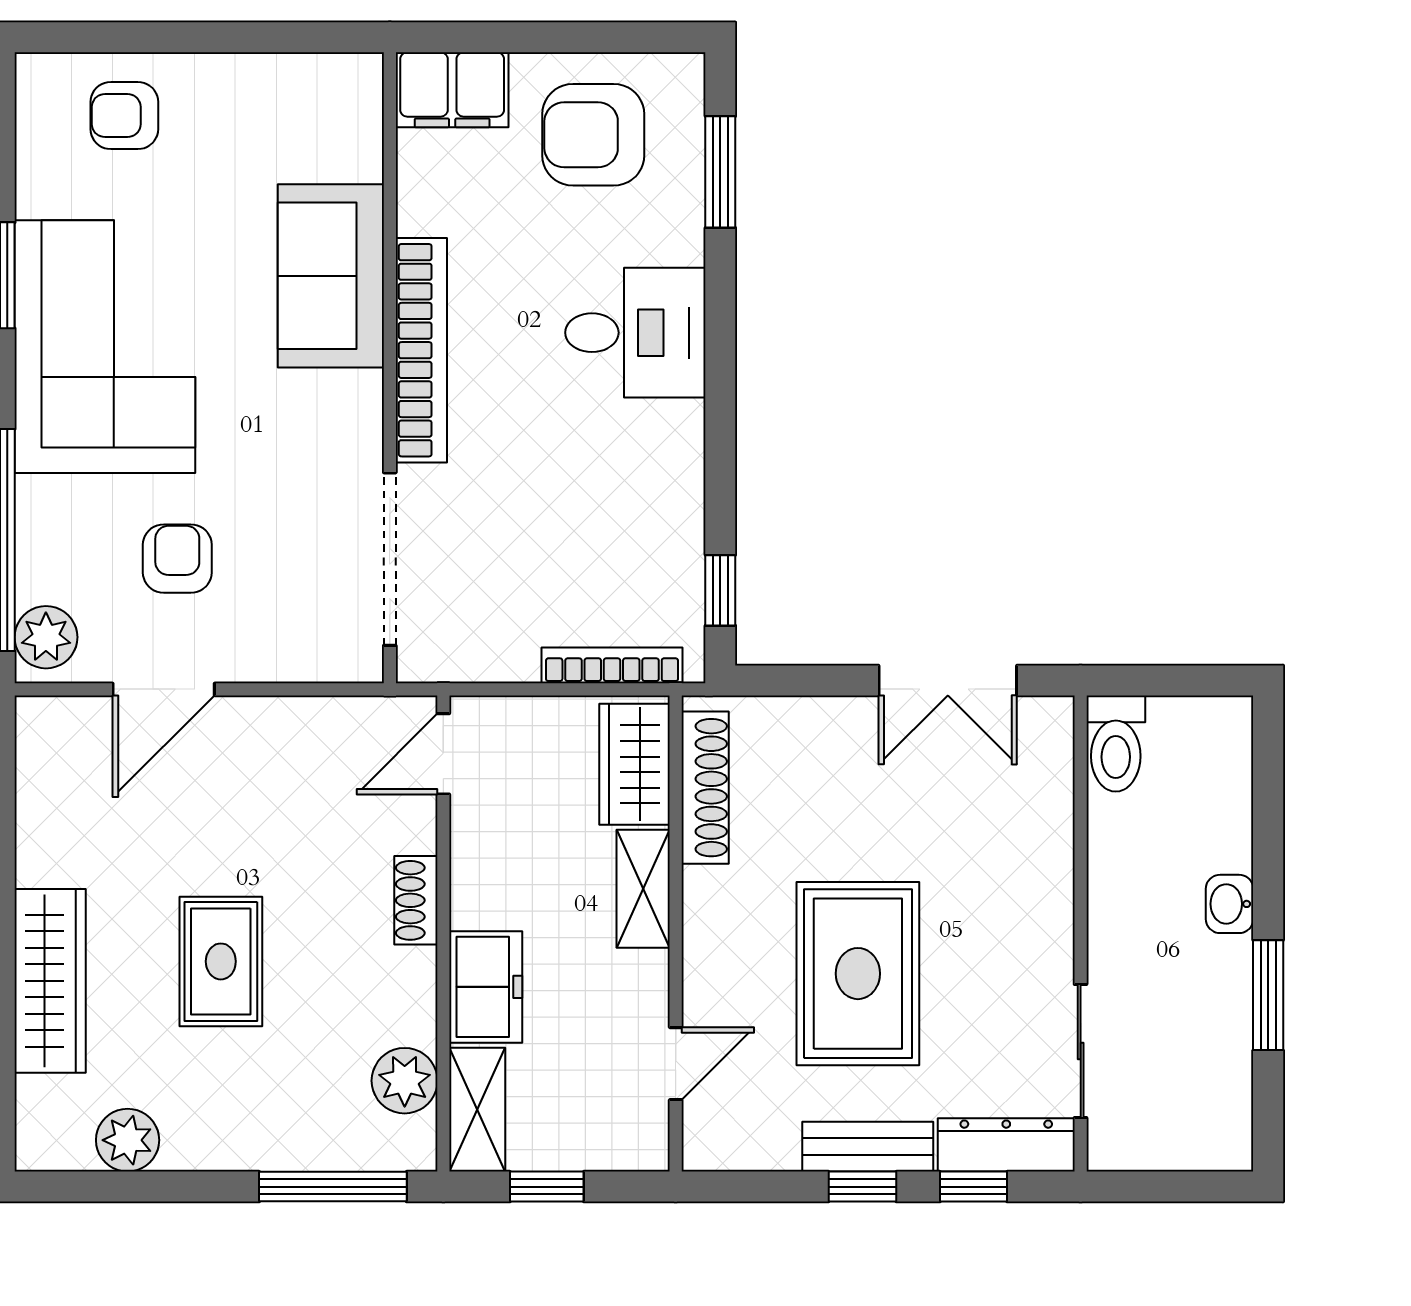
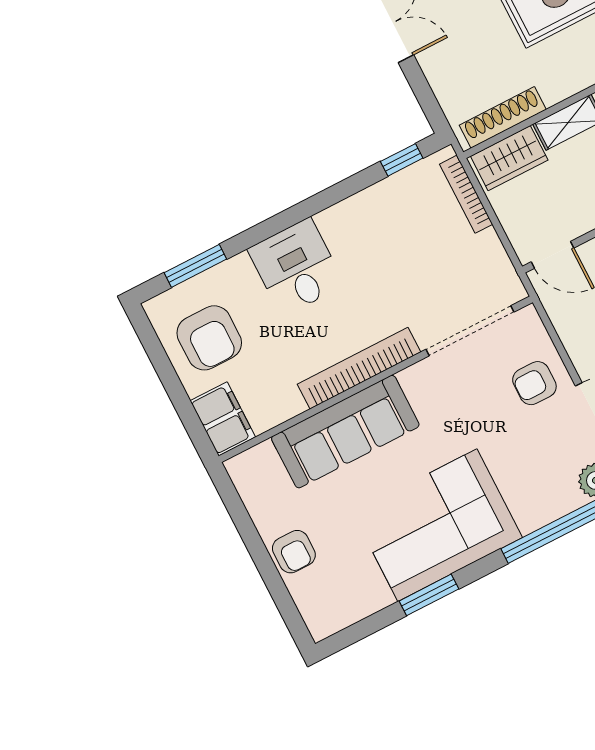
armchair: (124, 116) -> (294, 552), moved
sofa: (331, 276) -> (345, 432), width x1.36
armchair: (177, 559) -> (534, 383), moved

